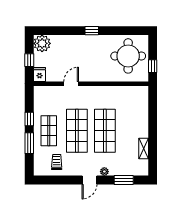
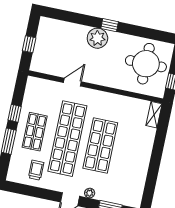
plant: (42, 43) -> (97, 38), moved
fridge: (39, 74) -> (38, 64), removed
shop shelf: (77, 131) -> (67, 139), width x1.40
shelving: (144, 149) -> (154, 115), moved

